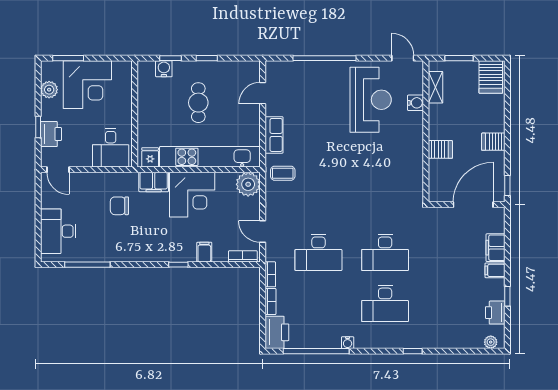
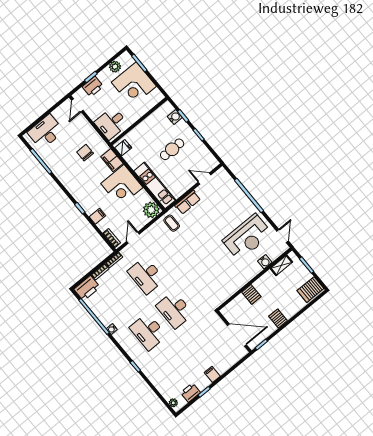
kitchen unit: (210, 157) -> (155, 185), width x0.73
filing cabinet: (496, 248) -> (224, 365), removed

